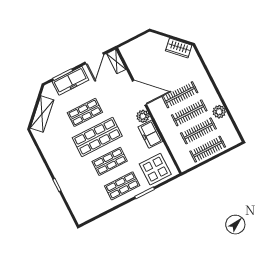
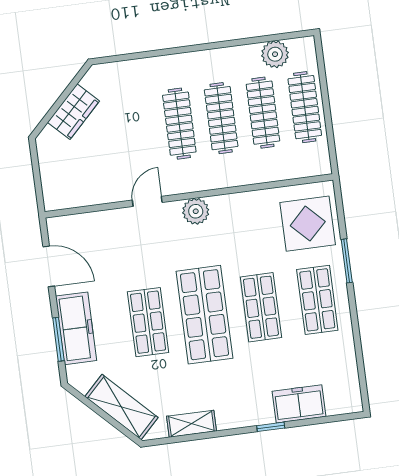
wardrobe: (179, 48) -> (73, 112), moved
shelving: (116, 61) -> (191, 424), moved
door: (140, 93) -> (147, 201), width x0.53
plant: (219, 112) -> (275, 54), moved
freezer: (150, 134) -> (299, 404), moved, turned 180

